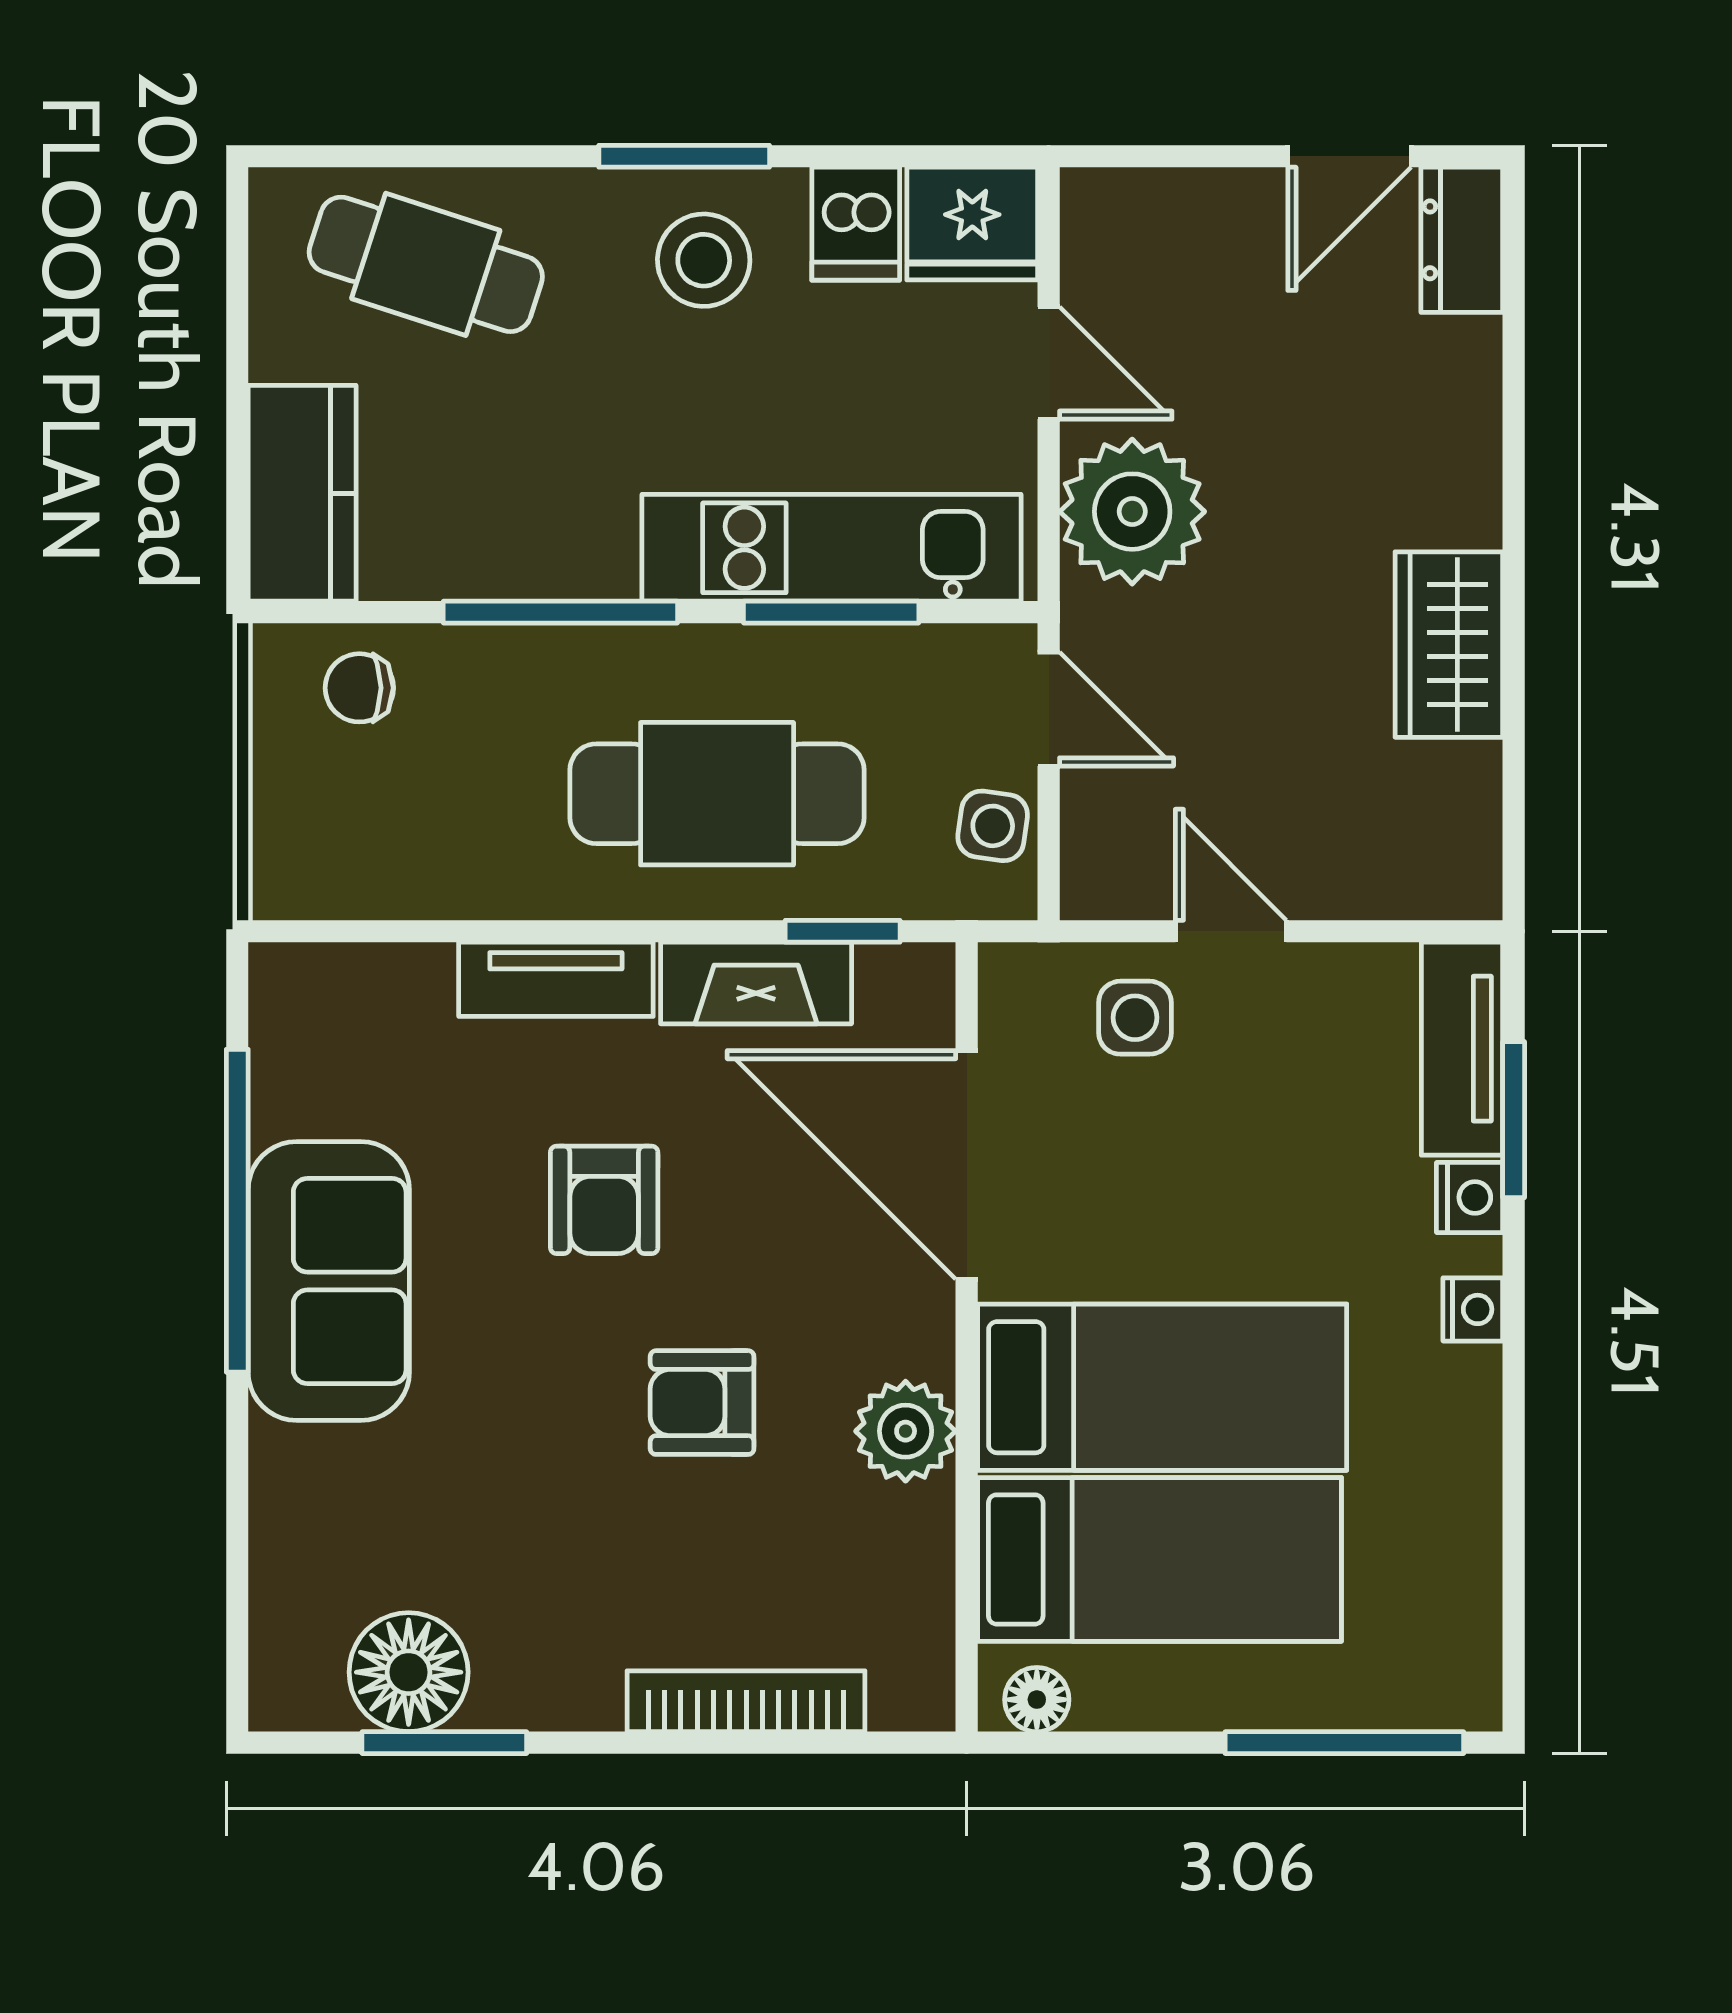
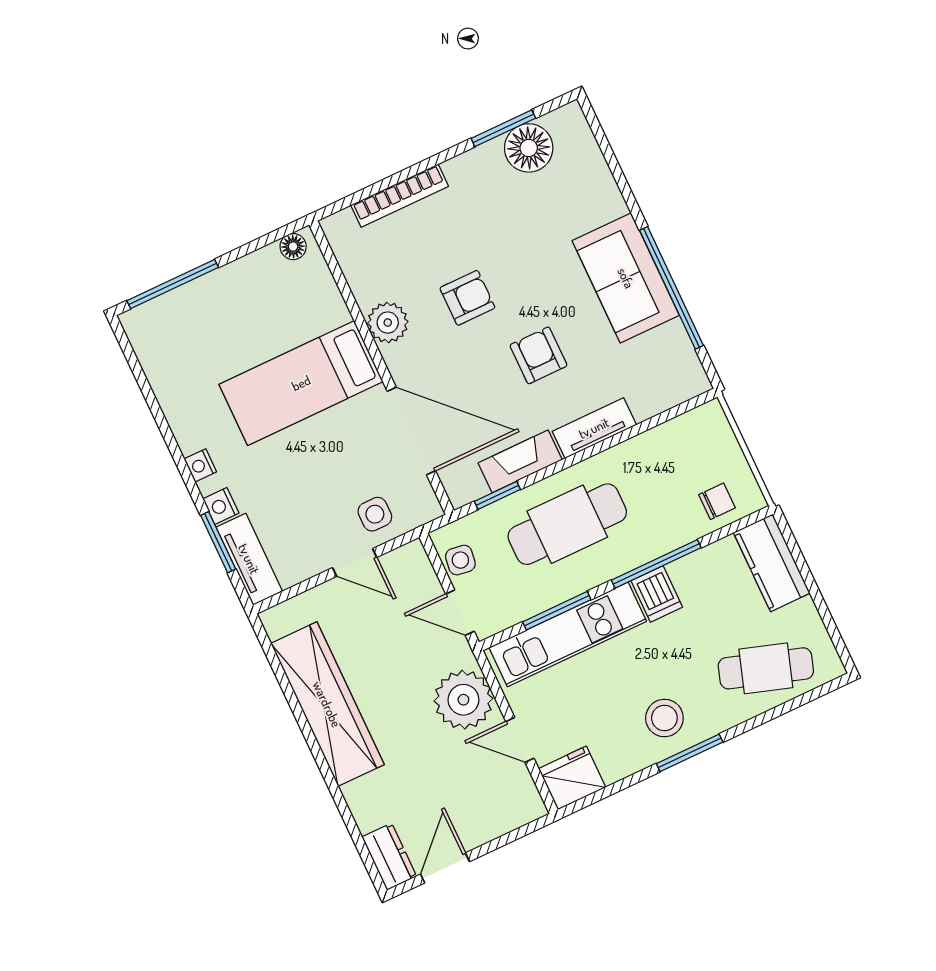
dishwasher: (856, 224) -> (657, 594), moved, turned 180
wardrobe: (1449, 645) -> (327, 704), width x2.10, depth x1.17
bed: (1159, 1559) -> (272, 319), removed

